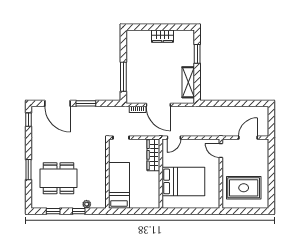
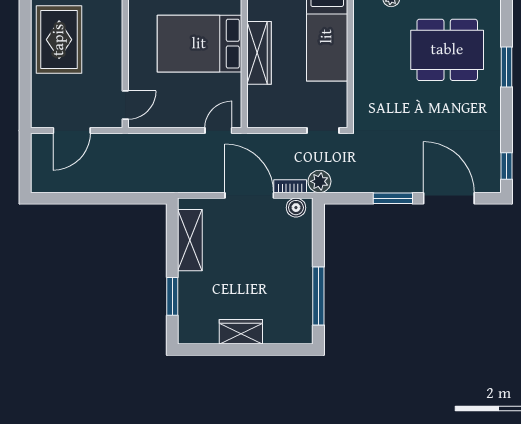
window: (123, 77) -> (318, 296), moved
boiler: (135, 99) -> (296, 208), added
plant: (123, 112) -> (319, 181), added
door: (221, 150) -> (125, 105), hinge flipped
wardrobe: (153, 155) -> (259, 53), moved
rug: (244, 188) -> (59, 40), moved, turned 90

